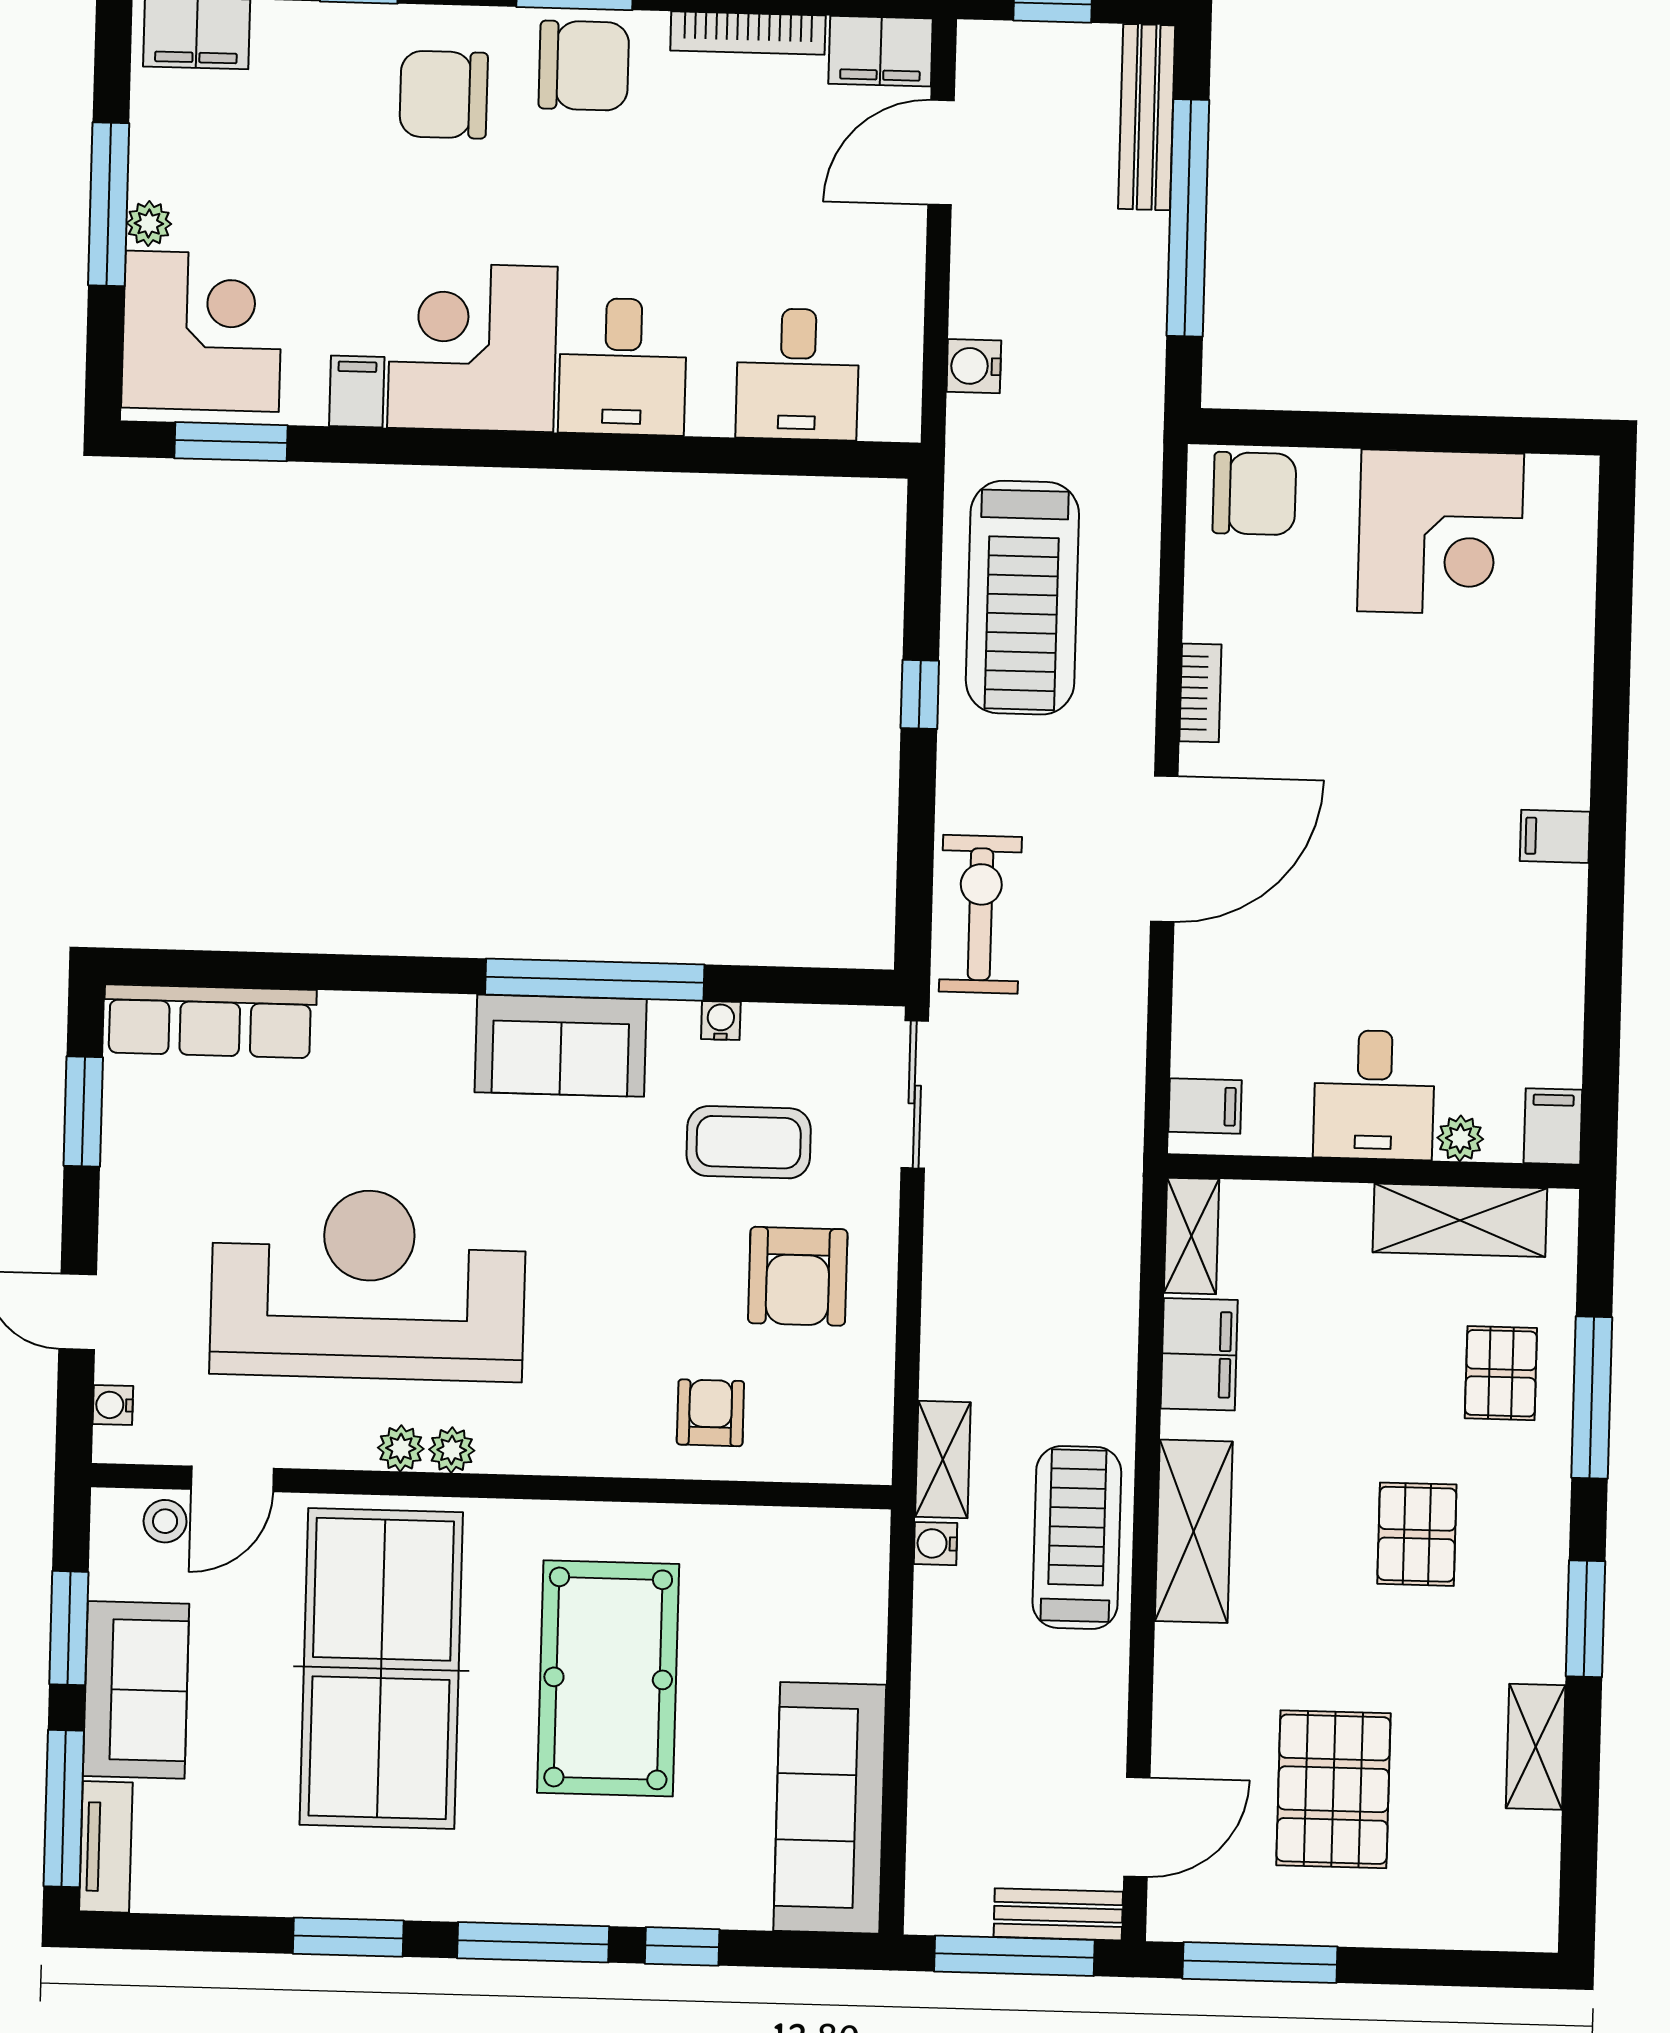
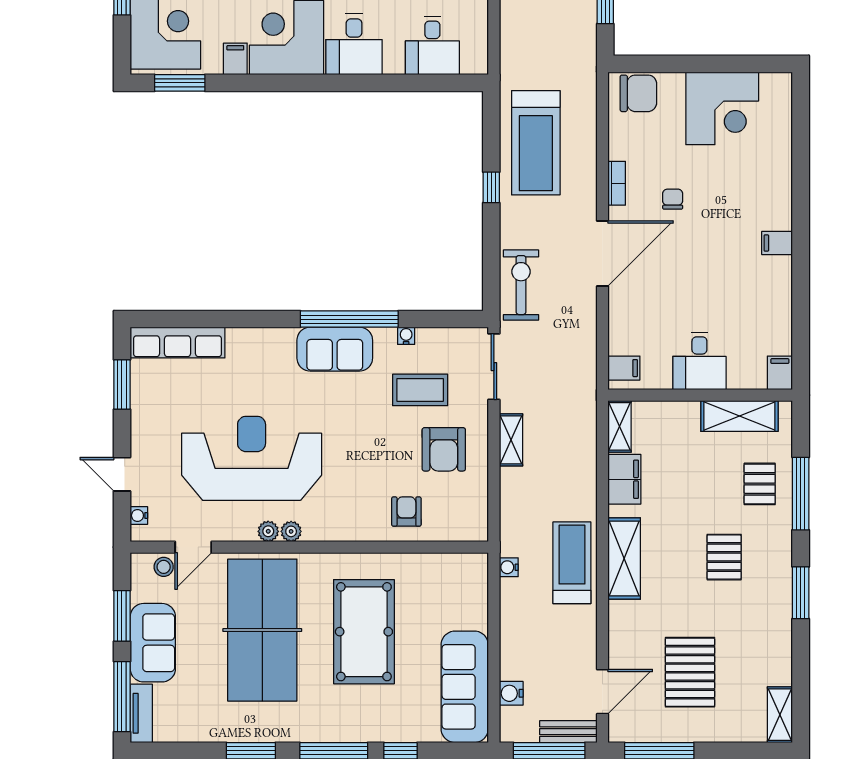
water cooler: (974, 366) -> (511, 693), moved
chair: (1324, 732) -> (673, 199), added
plant: (1460, 1138) -> (739, 379), removed
shelving: (943, 1459) -> (511, 440), moved
shelving: (1536, 1747) -> (780, 715), moved

